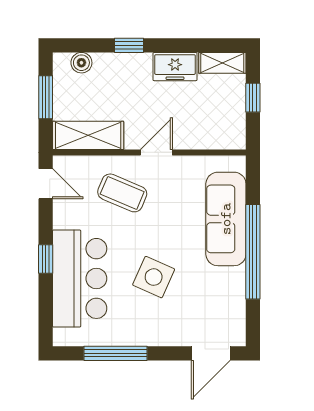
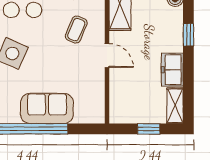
coffee table: (122, 193) -> (76, 30), width x0.73, depth x0.77
sofa: (226, 219) -> (47, 108), width x0.73

